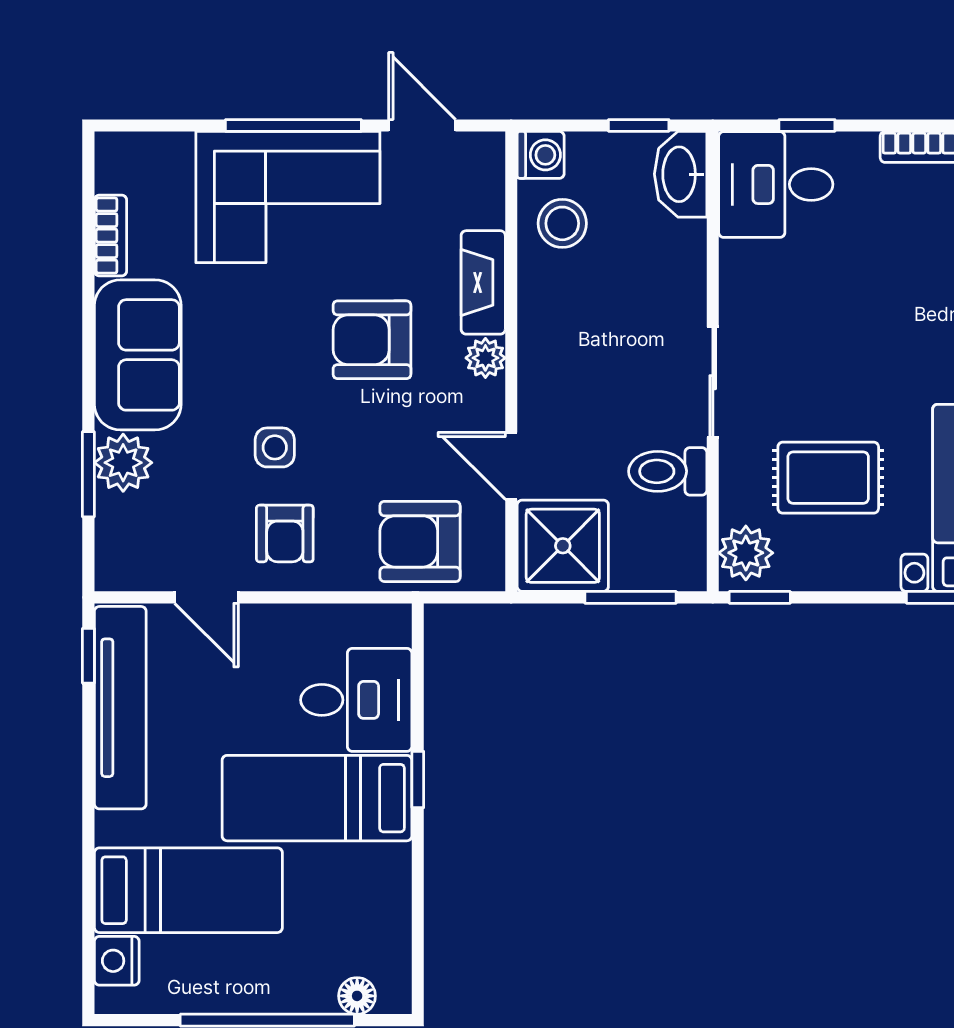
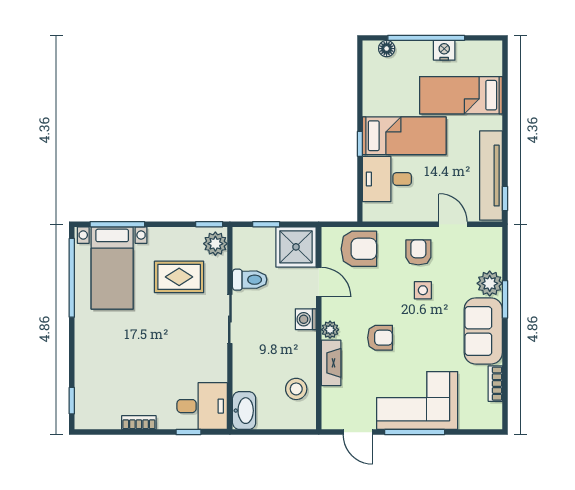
window: (639, 125) -> (263, 432), removed
washing machine: (541, 155) -> (306, 319), moved
armchair: (372, 340) -> (380, 338), width x0.72, depth x0.72
window: (88, 474) -> (505, 299), moved
window: (631, 597) -> (266, 224), width x0.67
nightstand: (117, 961) -> (444, 50), moved, turned -90

